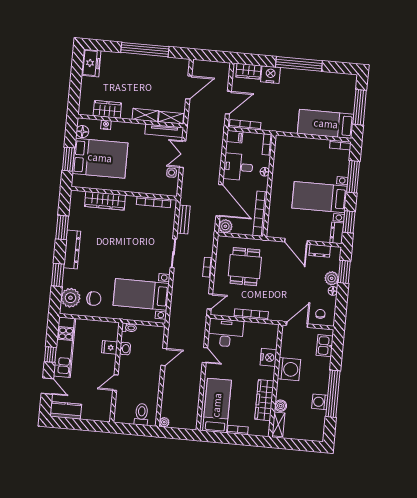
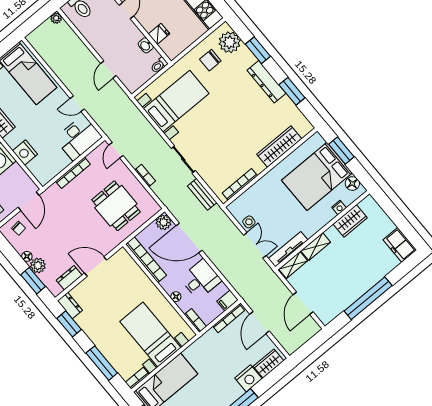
bed with nightstands: (319, 197) -> (150, 335), moved, turned -90

